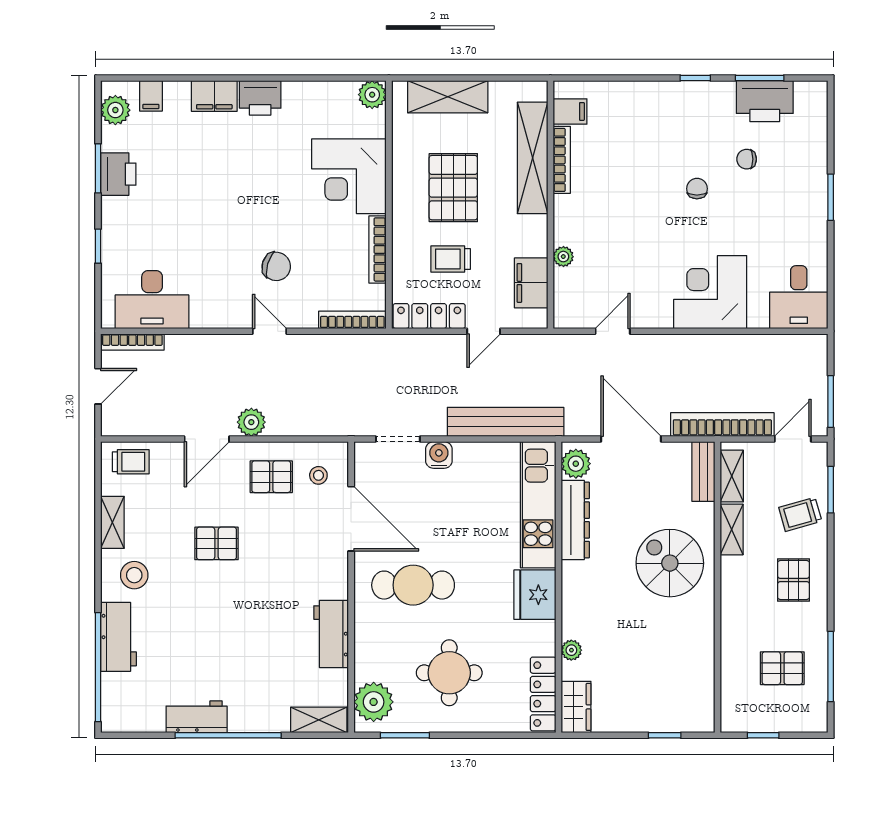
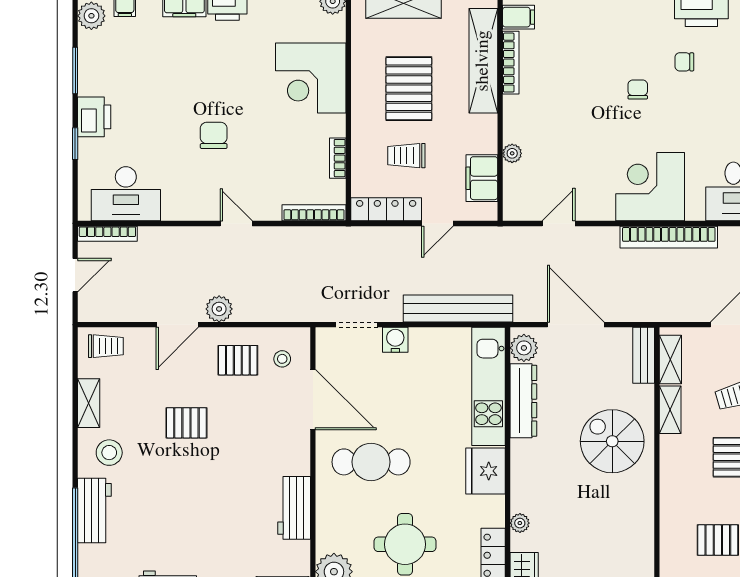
printer: (118, 174) -> (94, 117), moved
bookcase: (378, 249) -> (338, 158), width x0.64
chair: (276, 266) -> (214, 135), moved, turned -106
bookcase: (722, 425) -> (669, 237), moved, turned 180

